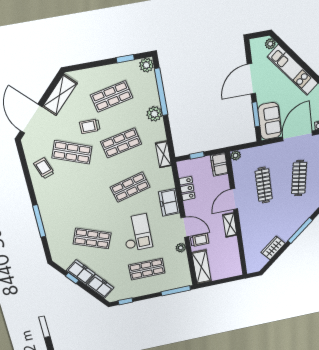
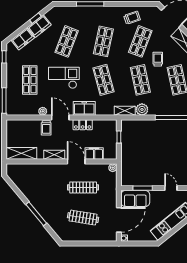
door: (251, 79) -> (171, 188), width x0.53
plant: (154, 114) -> (142, 109), moved
door: (298, 136) -> (119, 220), hinge flipped
filing cabinet: (219, 164) -> (94, 154), moved
locker: (187, 189) -> (83, 125), moved
shop shelf: (82, 196) -> (103, 41), added
door: (185, 227) -> (60, 118), swing flipped
checkout: (137, 233) -> (64, 78), turned 180
wardrobe: (273, 248) -> (25, 189), removed
shelving: (201, 267) -> (21, 153), moved

